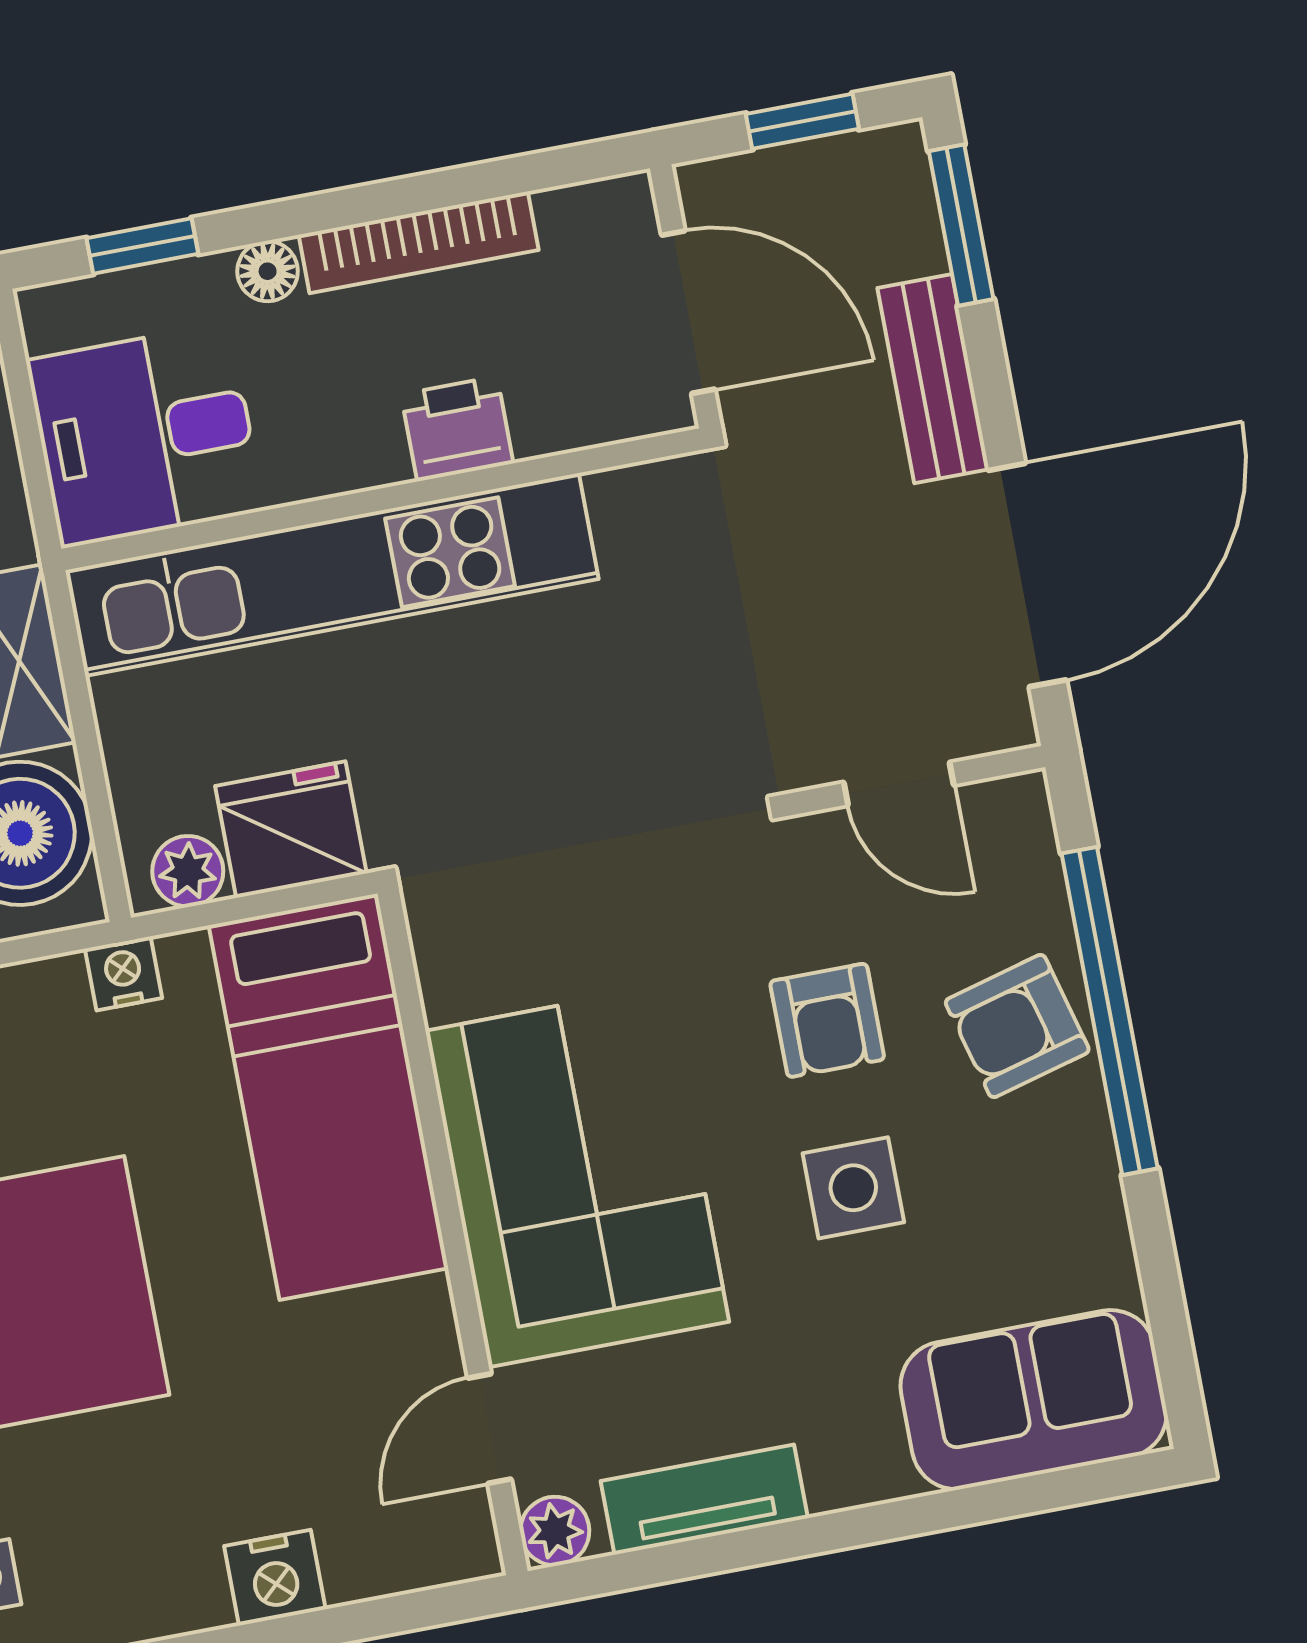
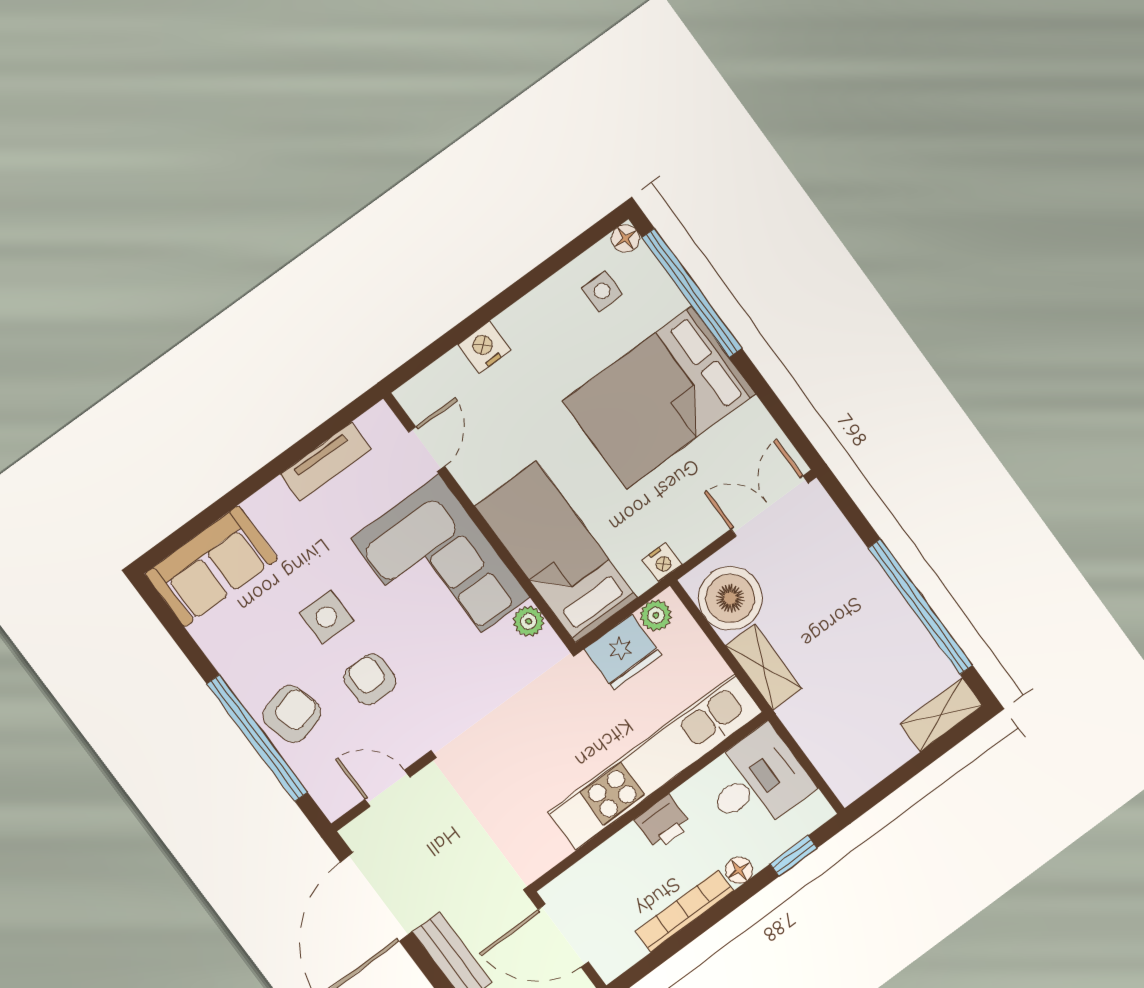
printer: (457, 429) -> (663, 822), moved
plant: (555, 1531) -> (529, 621), moved

